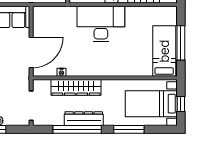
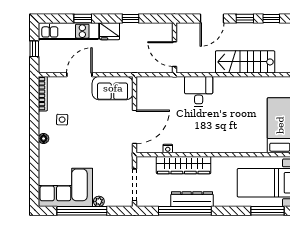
desk: (101, 24) -> (199, 91), width x0.53, depth x0.77
window: (129, 129) -> (267, 211), moved

